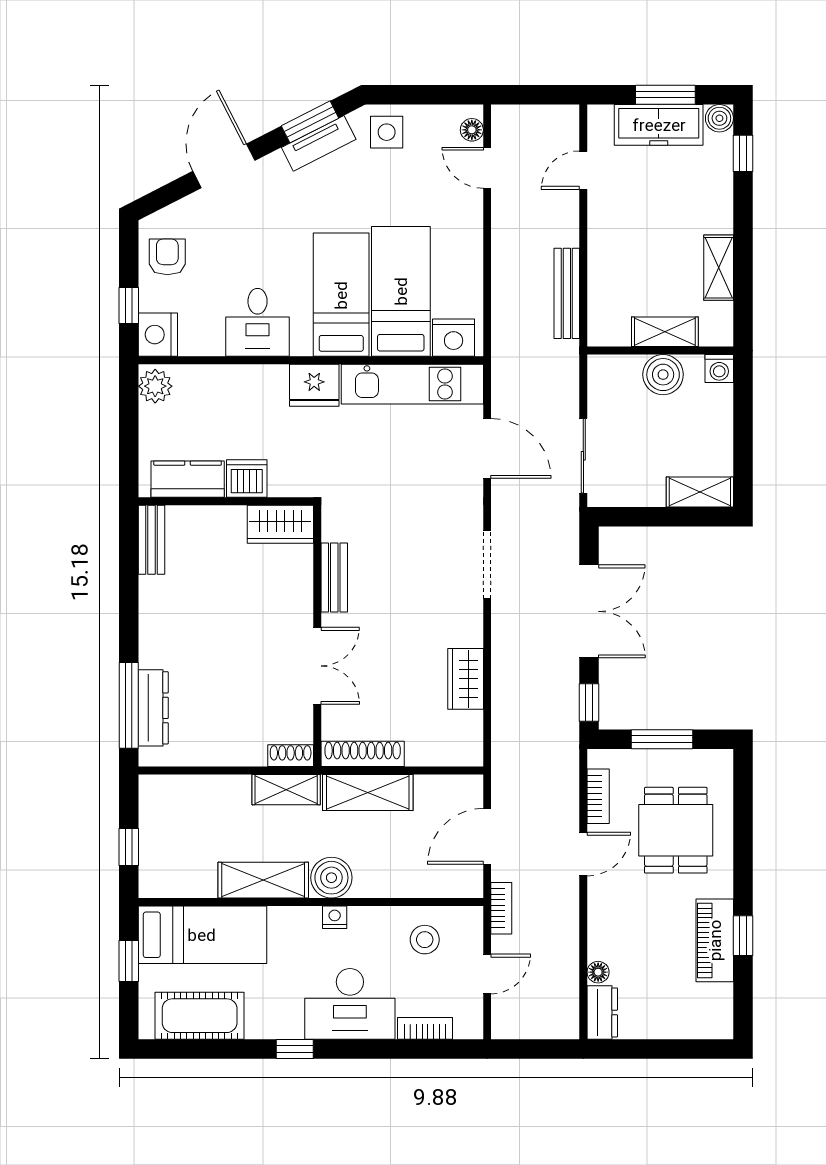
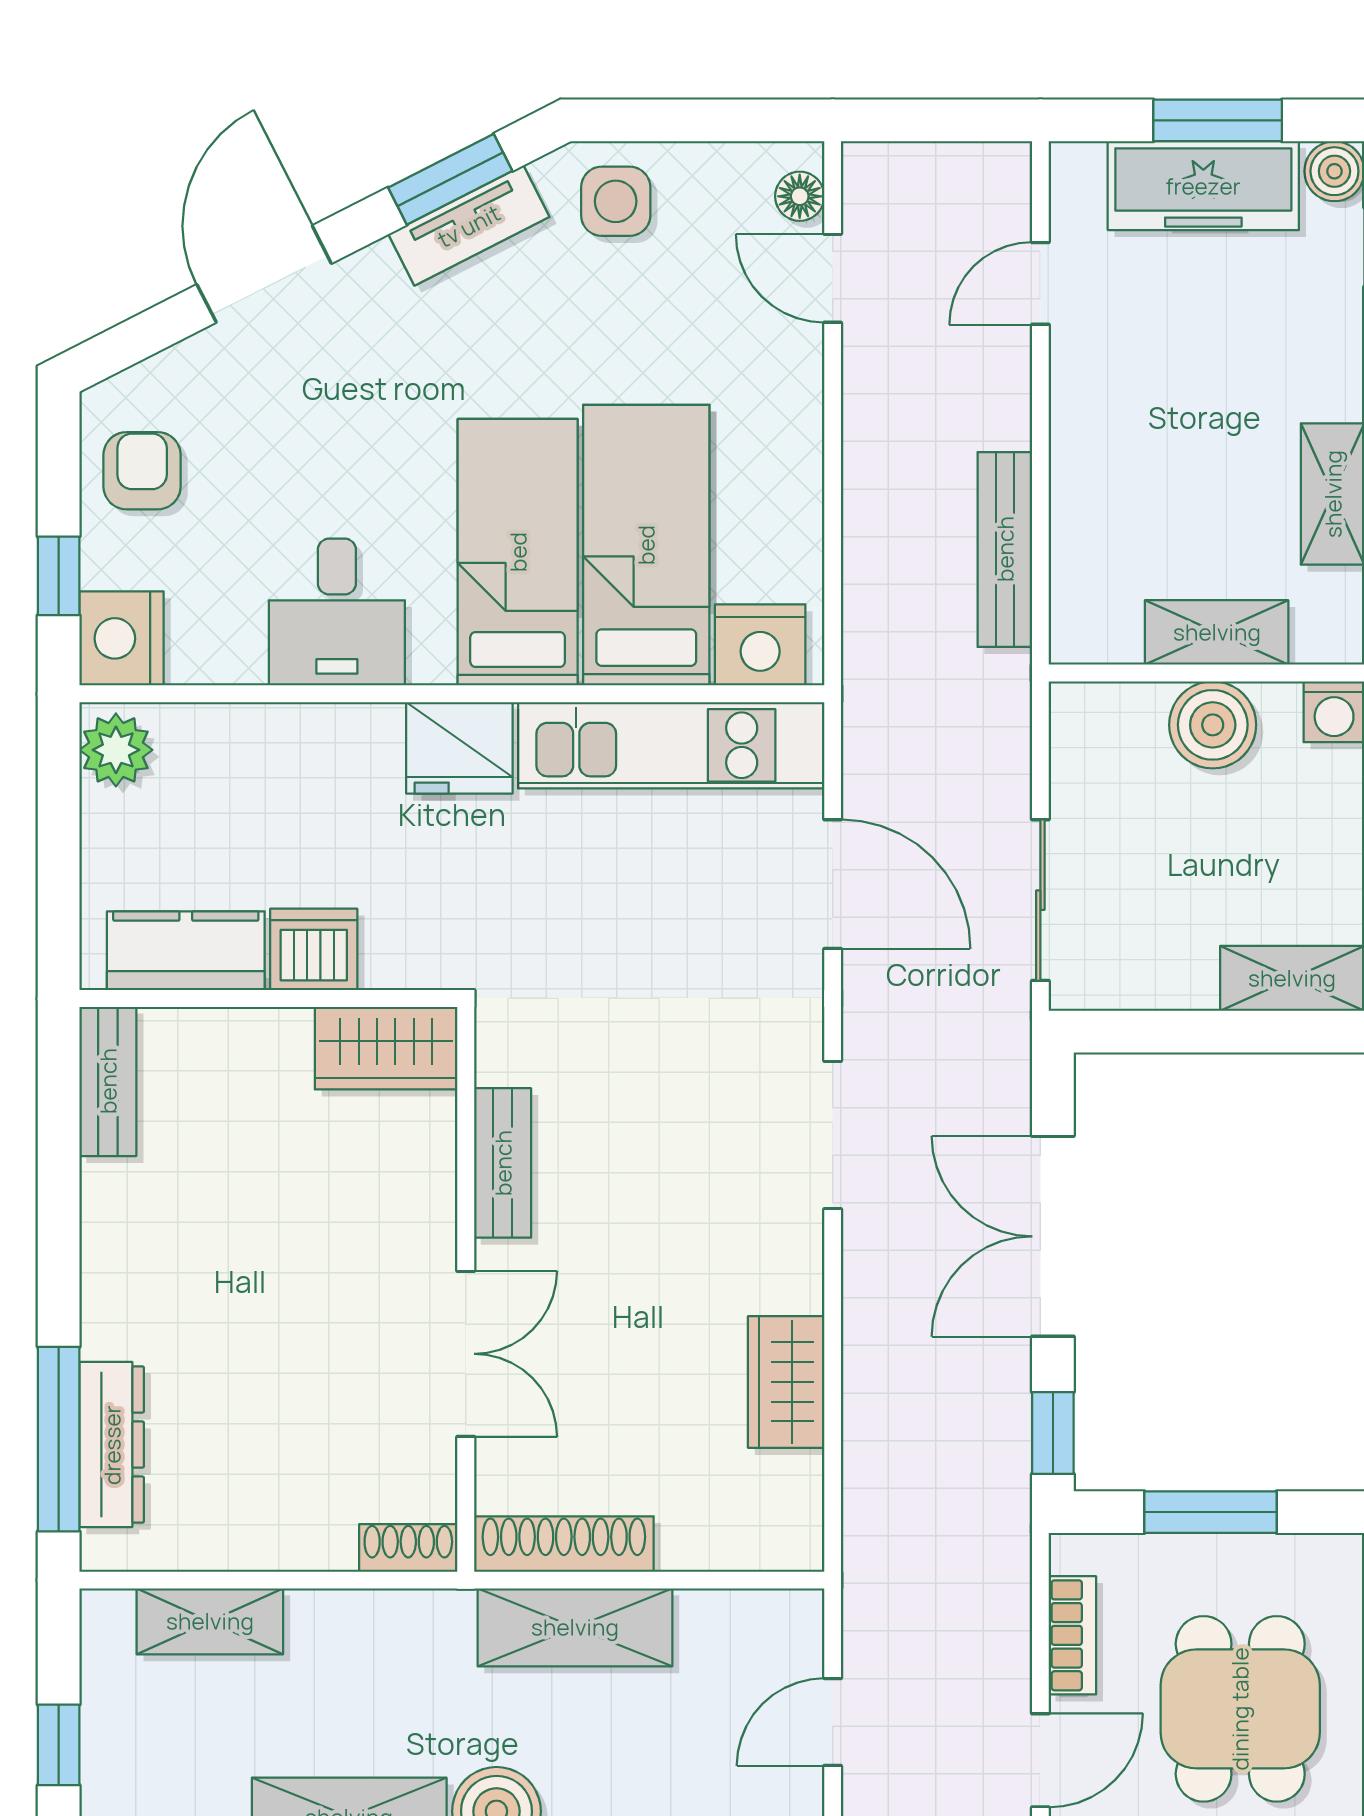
double door: (589, 611) -> (1053, 1236), swing flipped
shelving: (286, 790) -> (210, 1621), moved
door: (487, 836) -> (833, 1722), width x0.73

